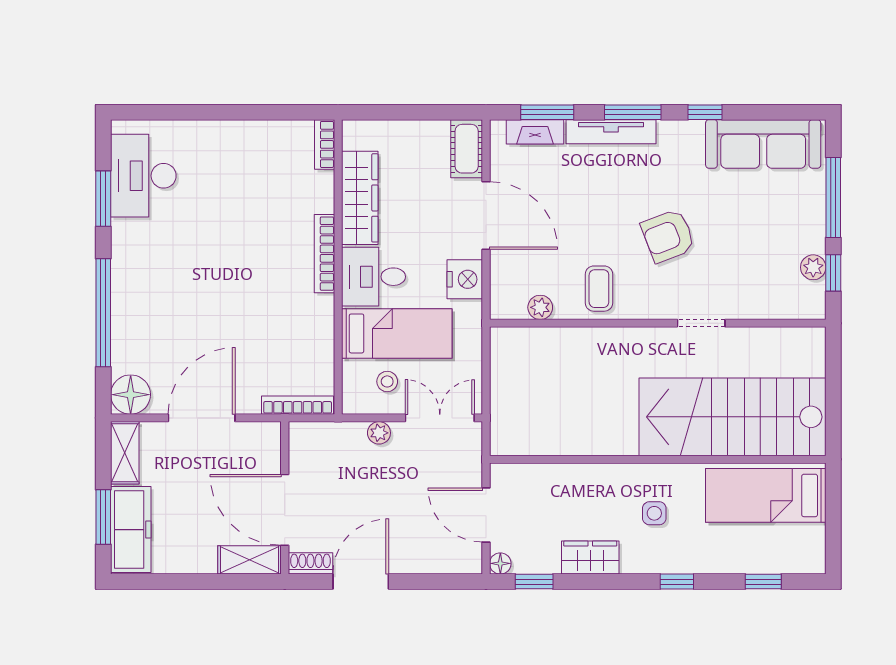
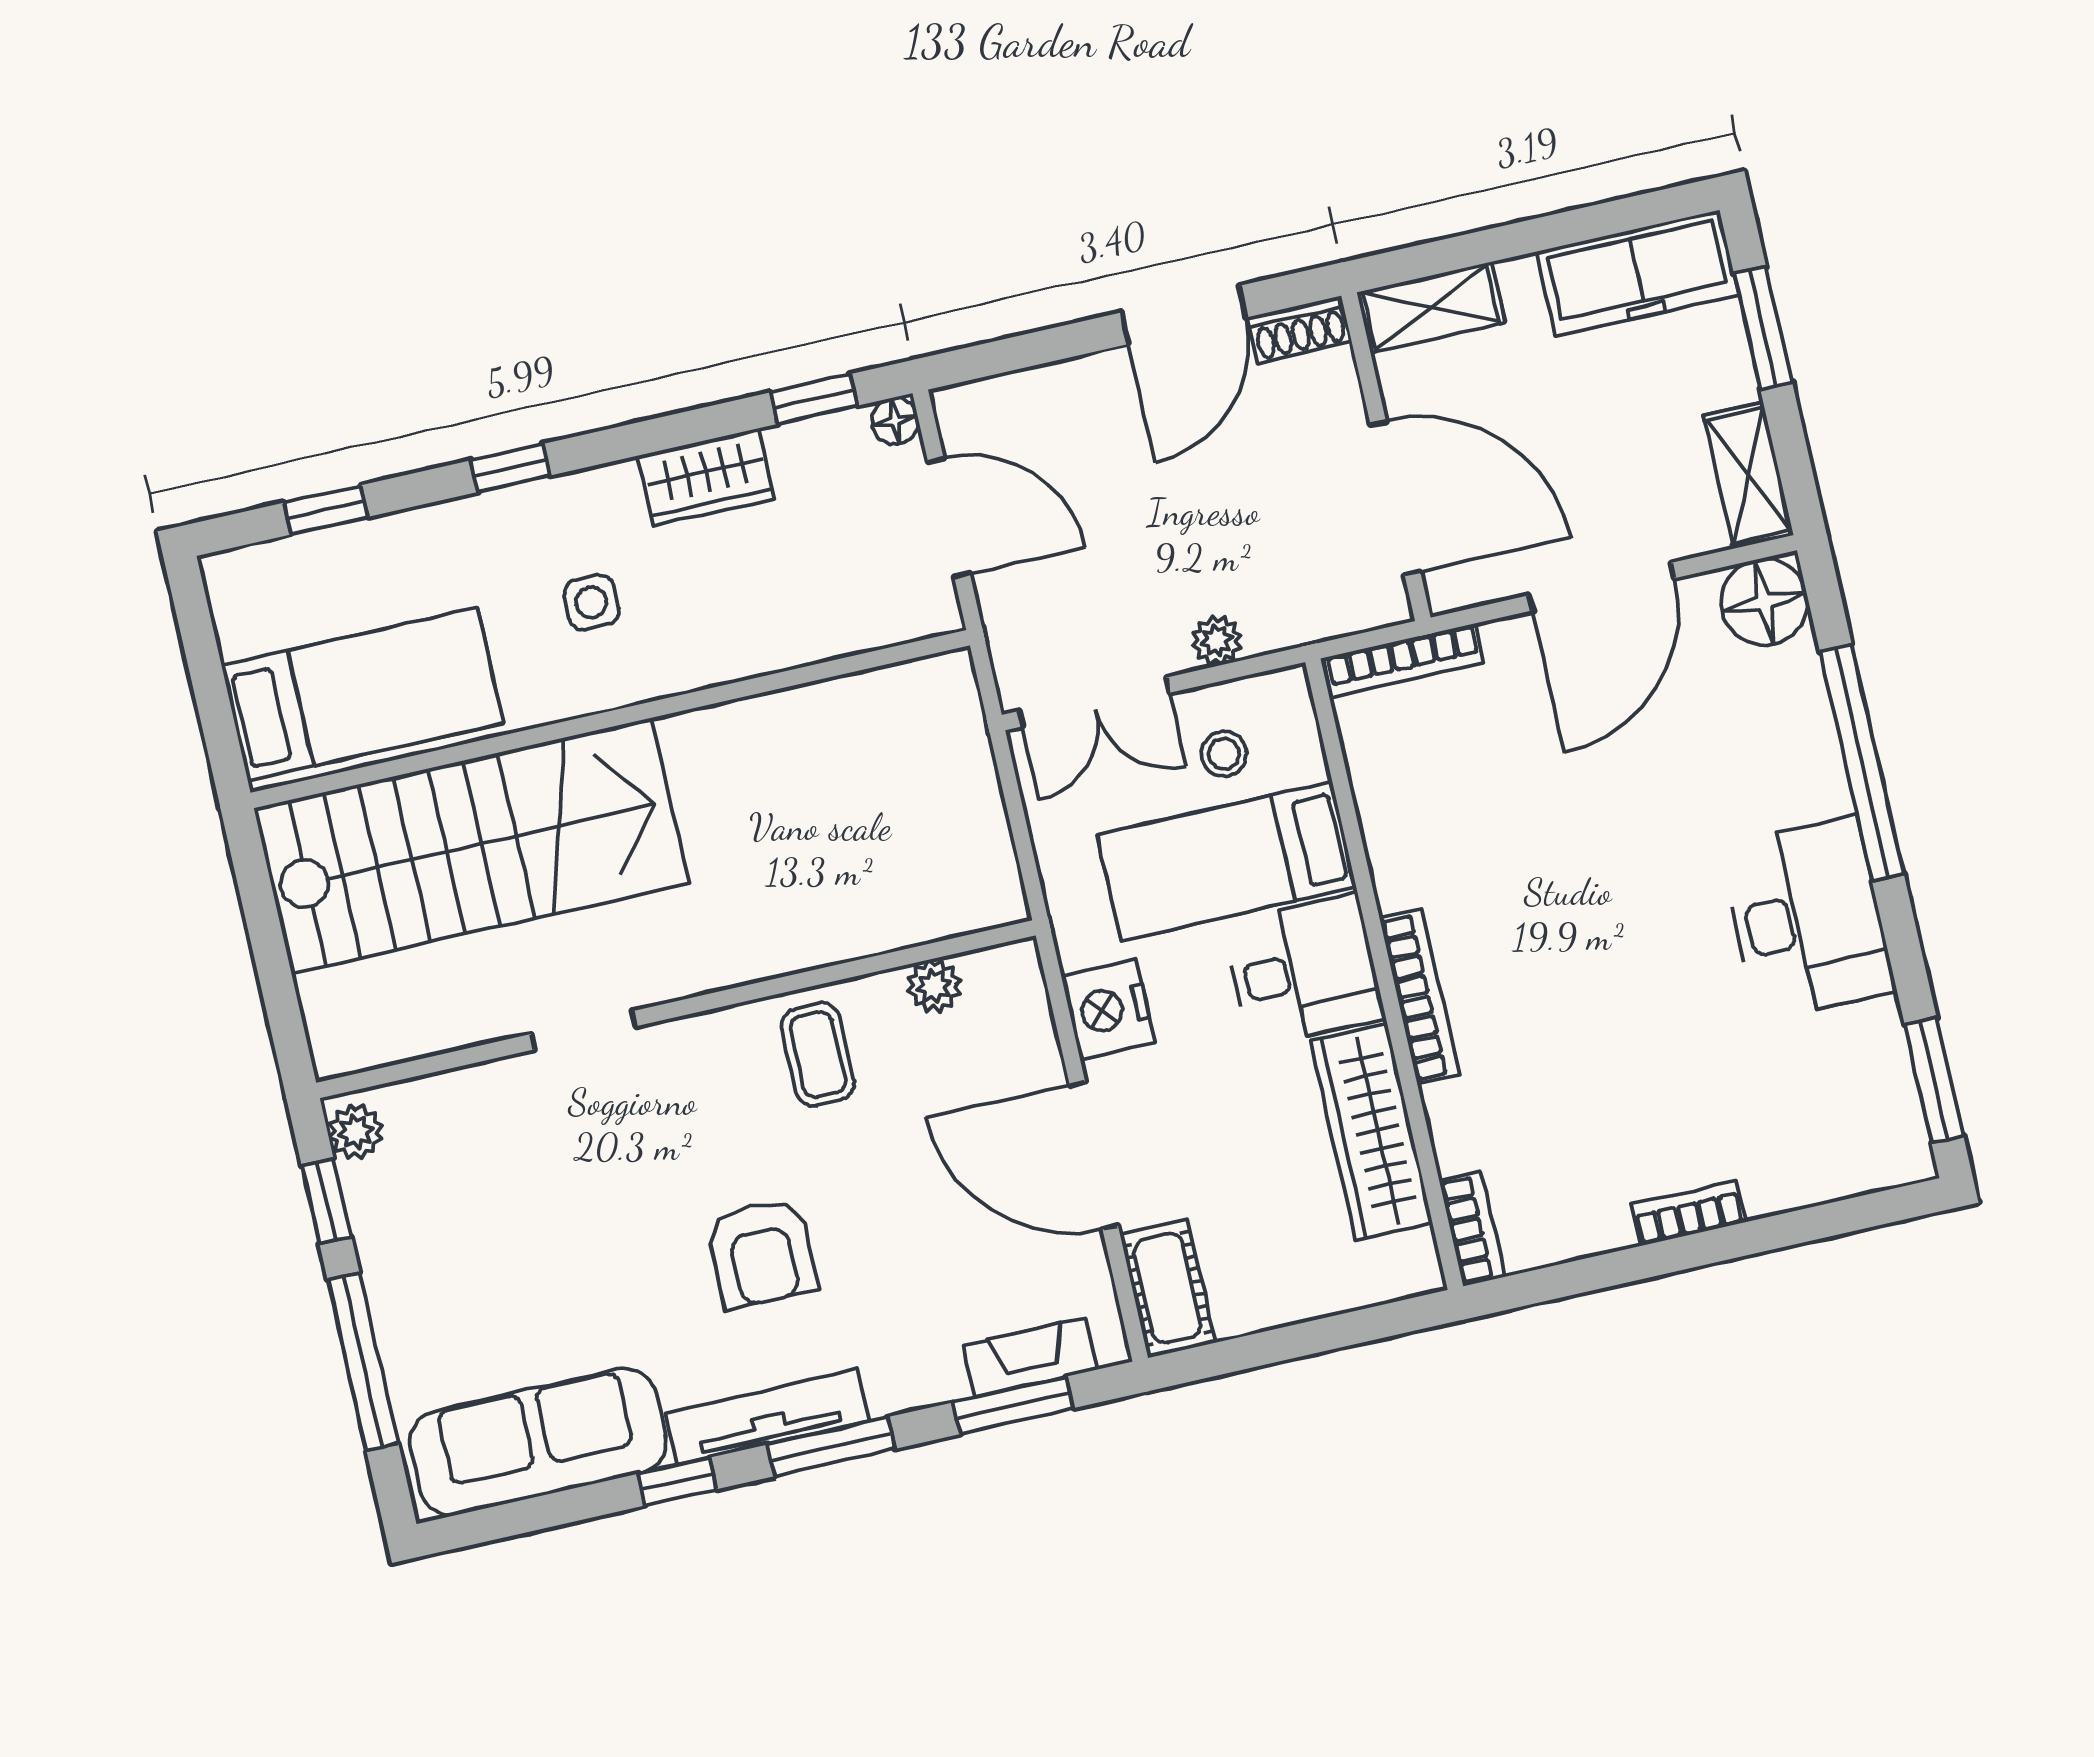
bookcase: (226, 129) -> (1688, 1213), added
tv unit: (611, 132) -> (767, 1417), moved
desk: (143, 176) -> (1808, 919), moved
window: (103, 199) -> (1934, 1080), moved
armchair: (668, 236) -> (762, 1253), moved, turned 111
plant: (813, 267) -> (355, 1132), moved
door: (285, 510) -> (1395, 498), moved
freezer: (131, 530) -> (1638, 273), moved, turned -90

